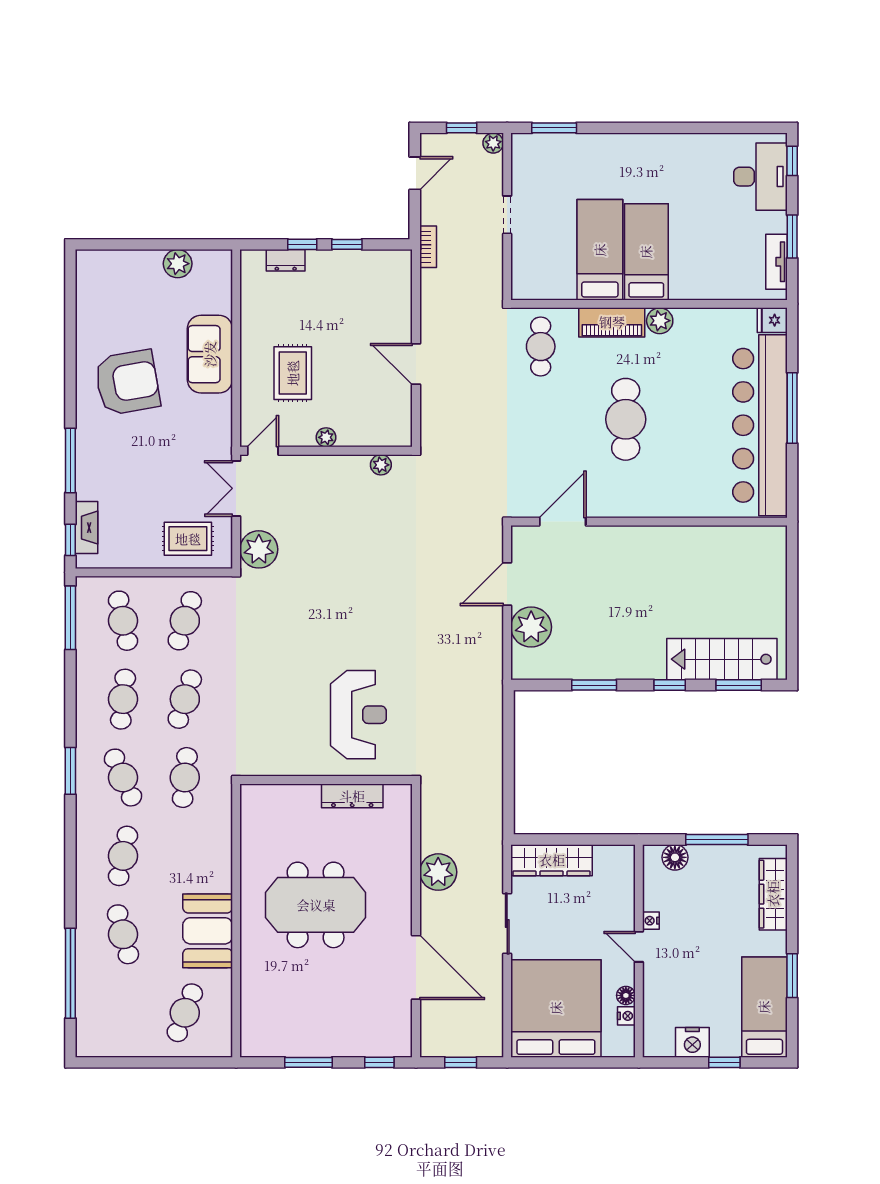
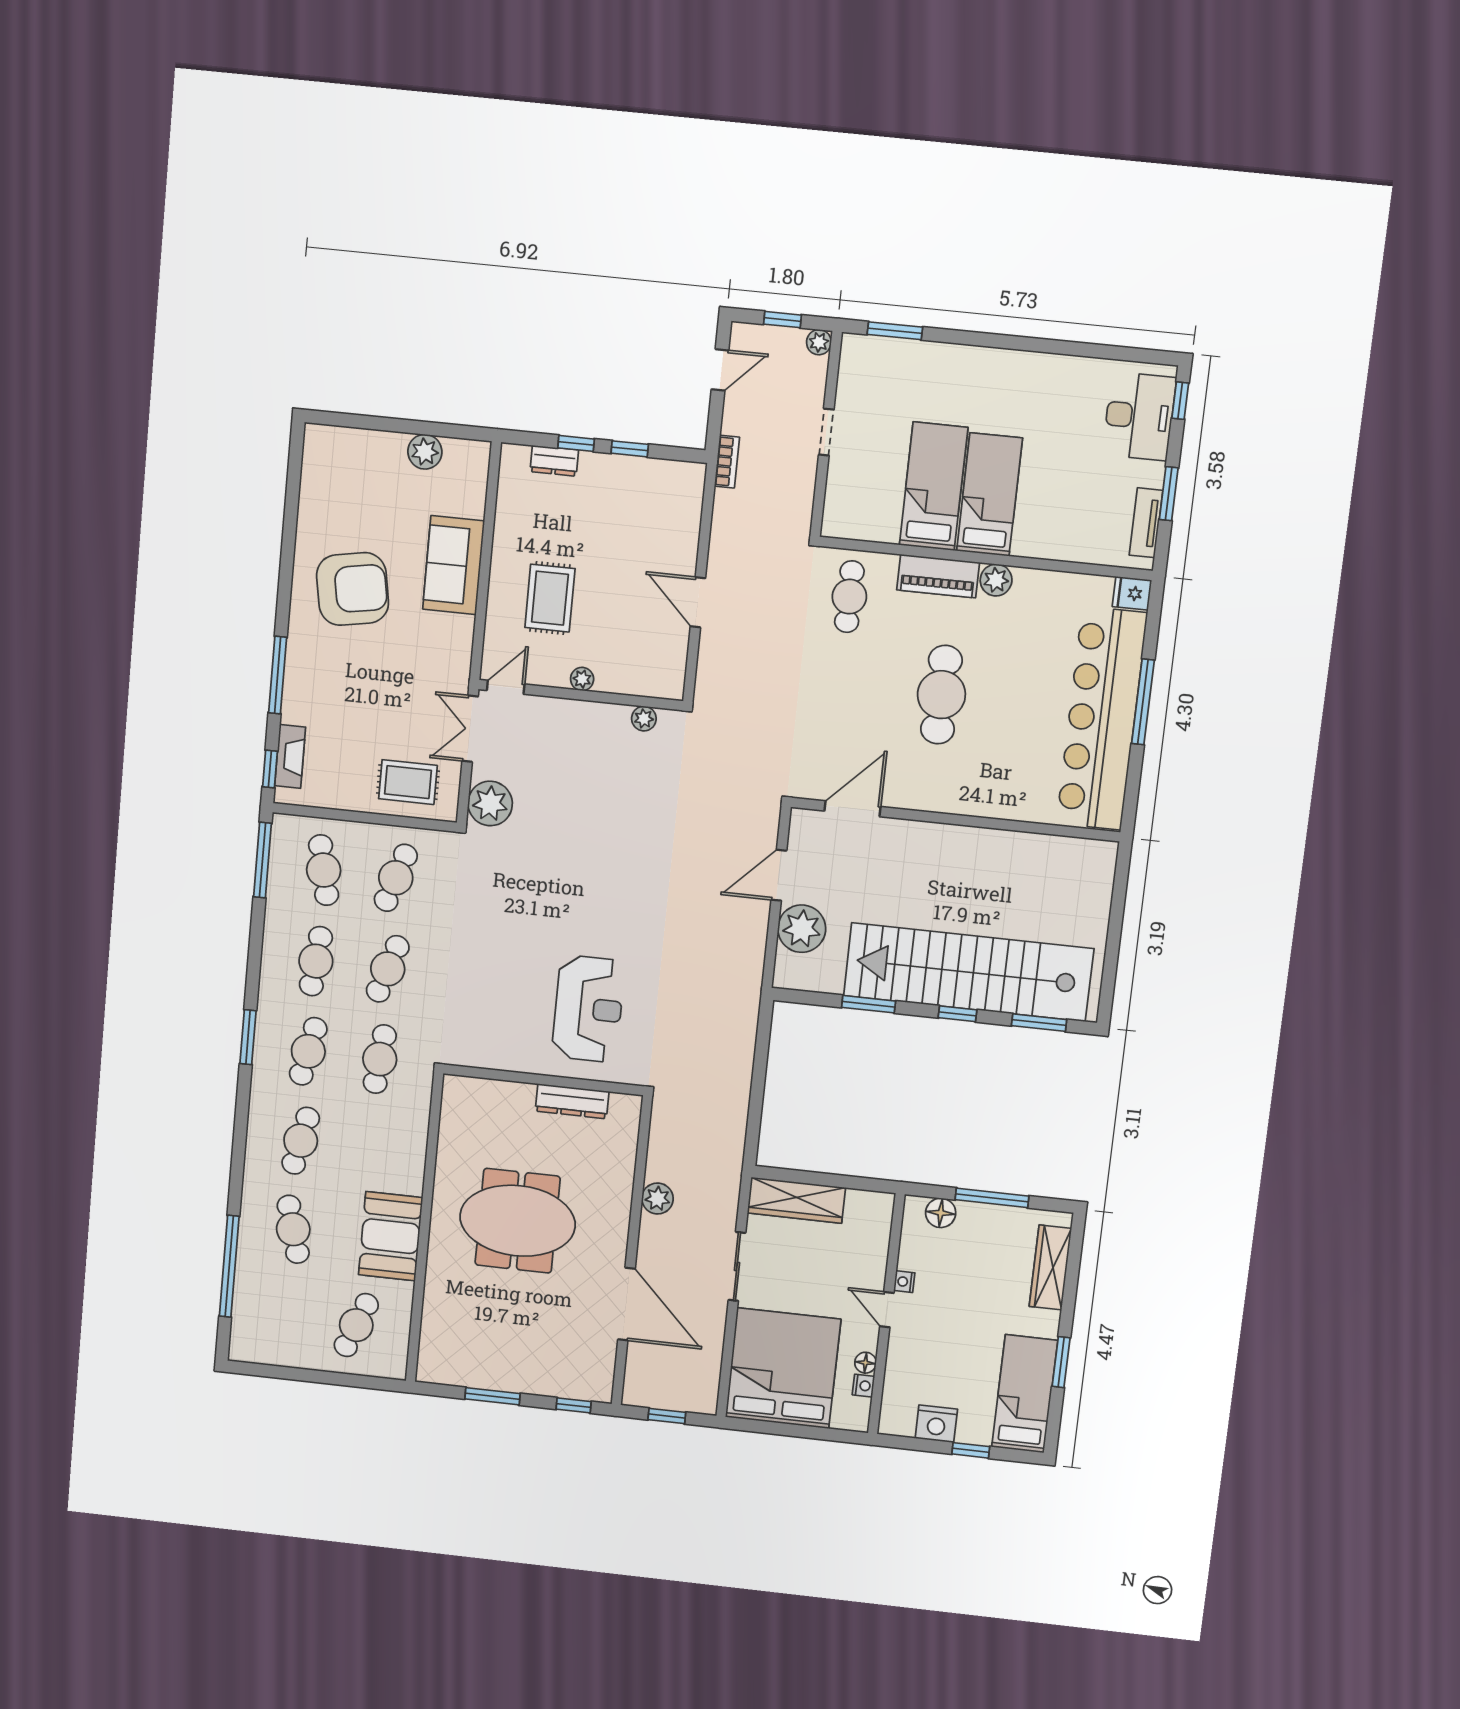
stairs: (722, 659) -> (968, 972), width x1.86, depth x1.51
cafe table: (123, 778) -> (308, 1051), turned 36
plant: (438, 872) -> (657, 1199), width x0.73, depth x0.73

